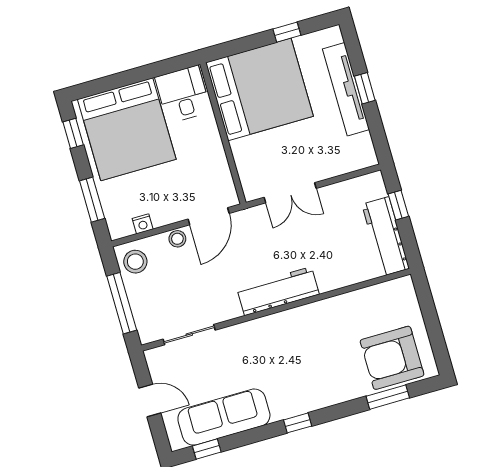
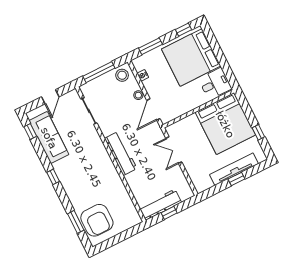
window: (398, 205) -> (169, 213), moved
door: (209, 216) -> (153, 109), hinge flipped
armchair: (392, 358) -> (97, 220), turned 180

